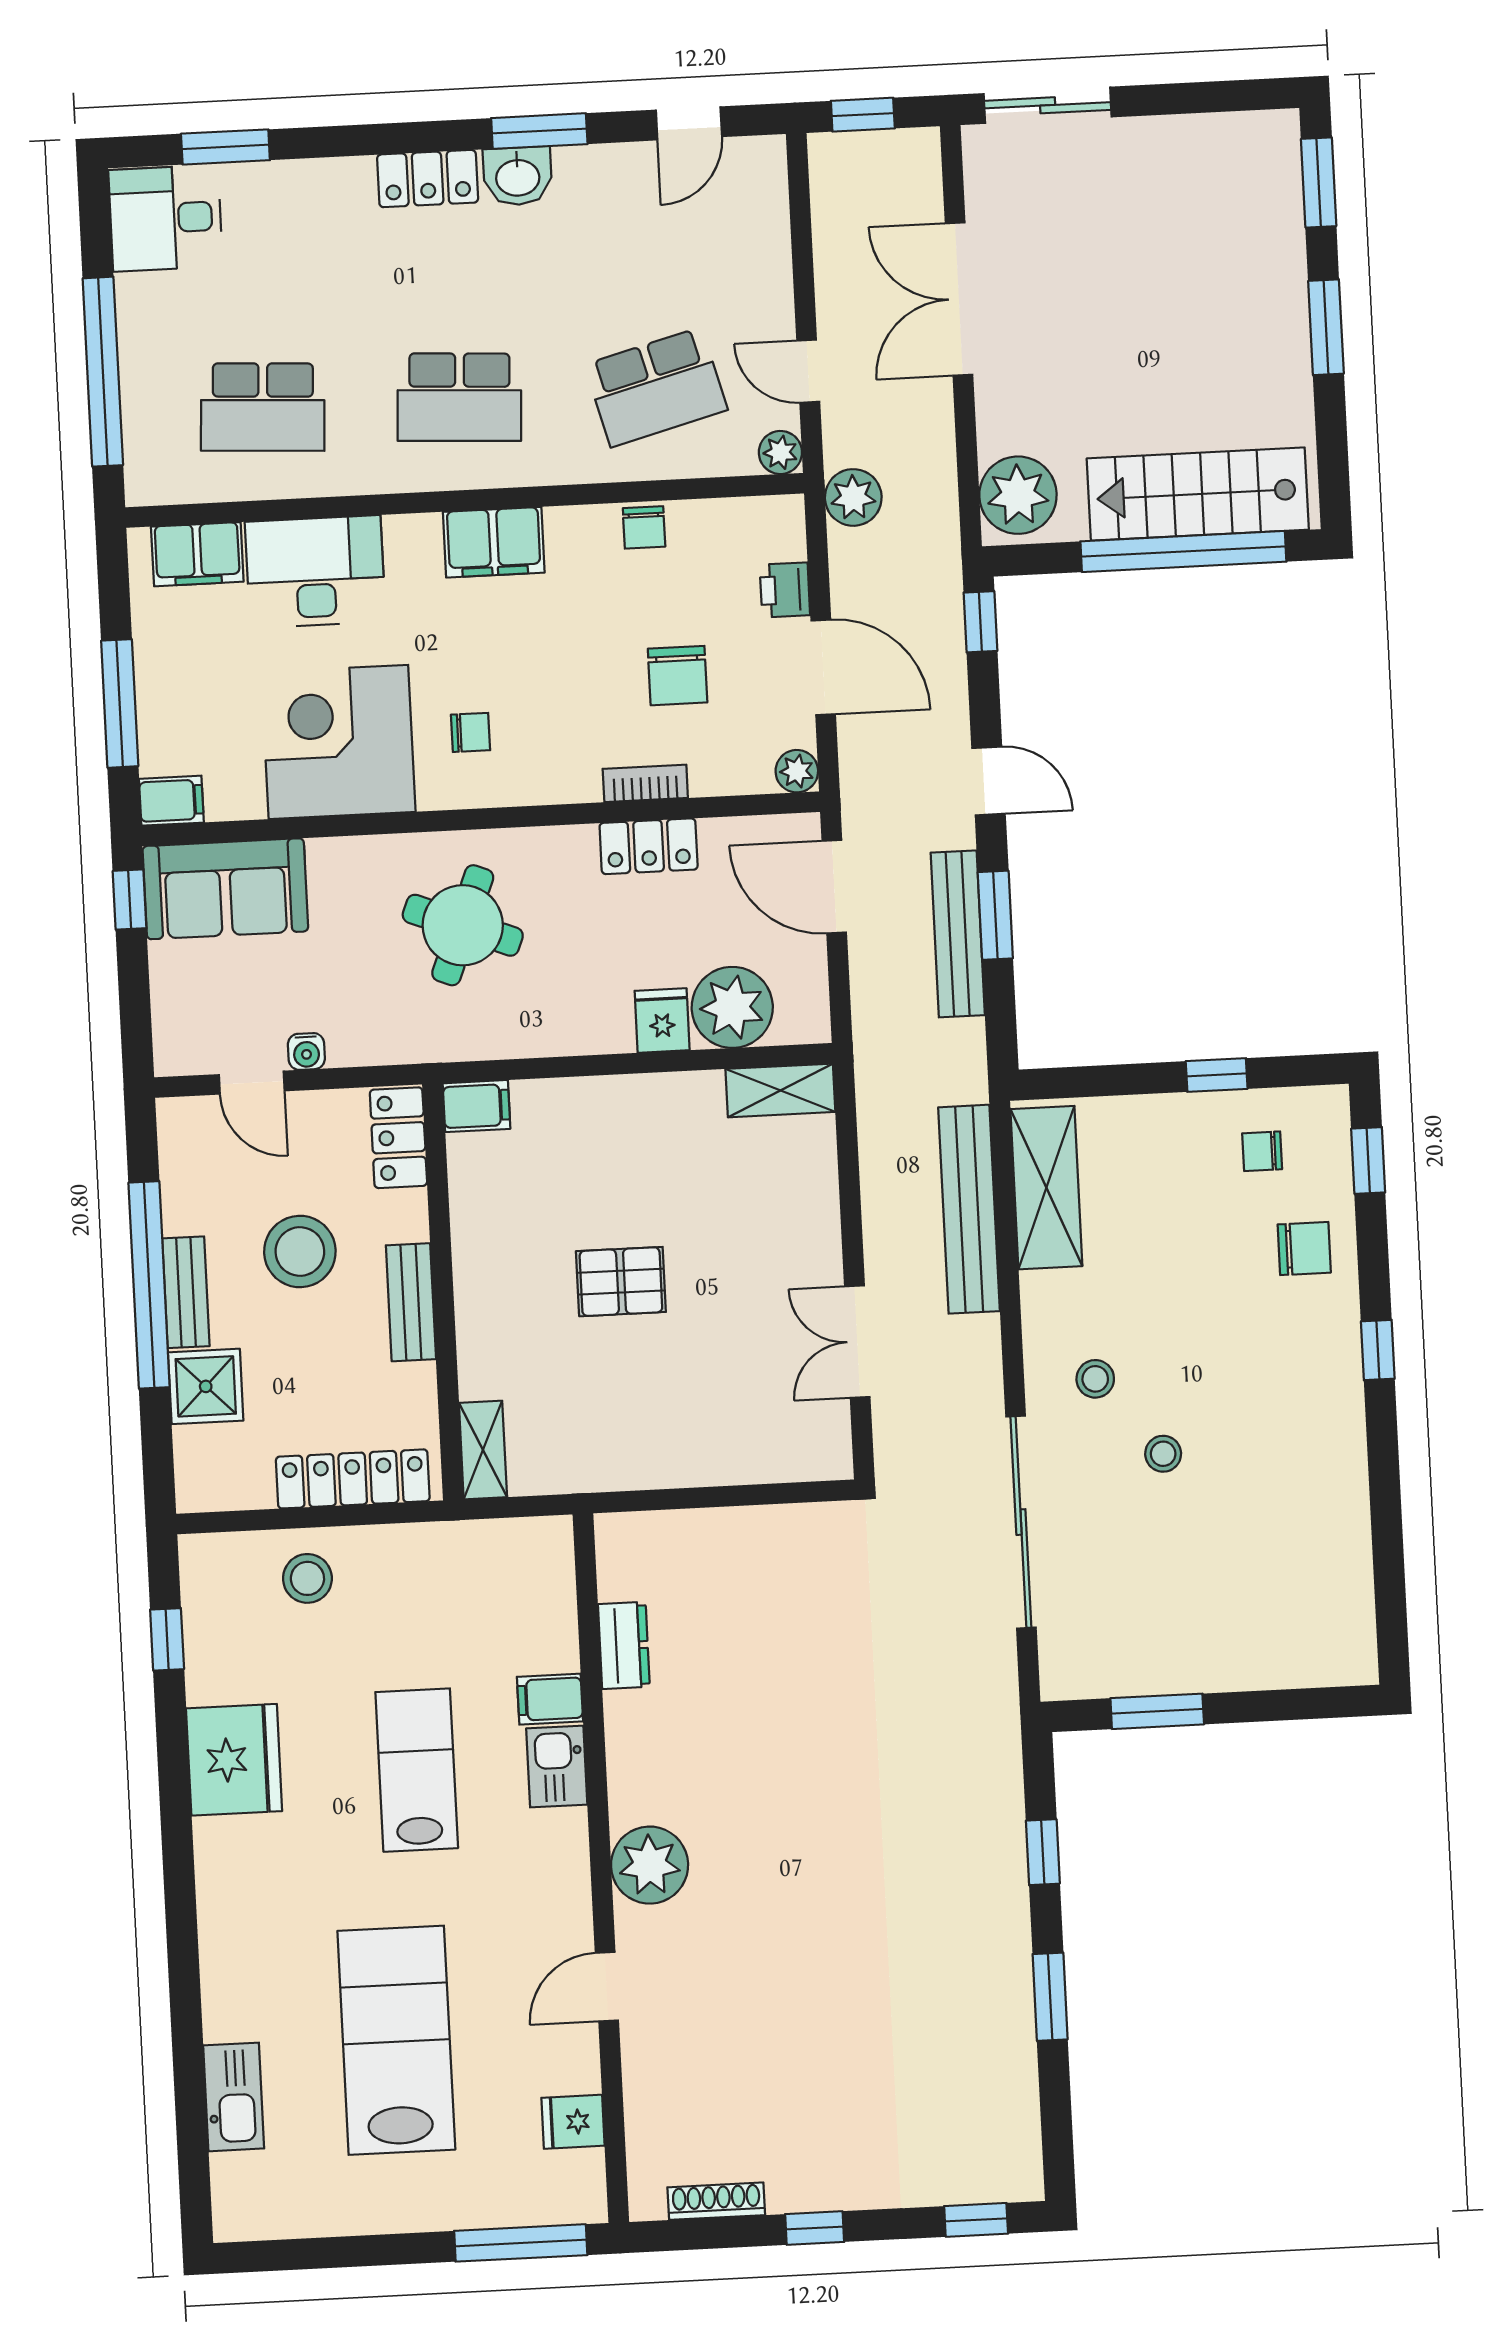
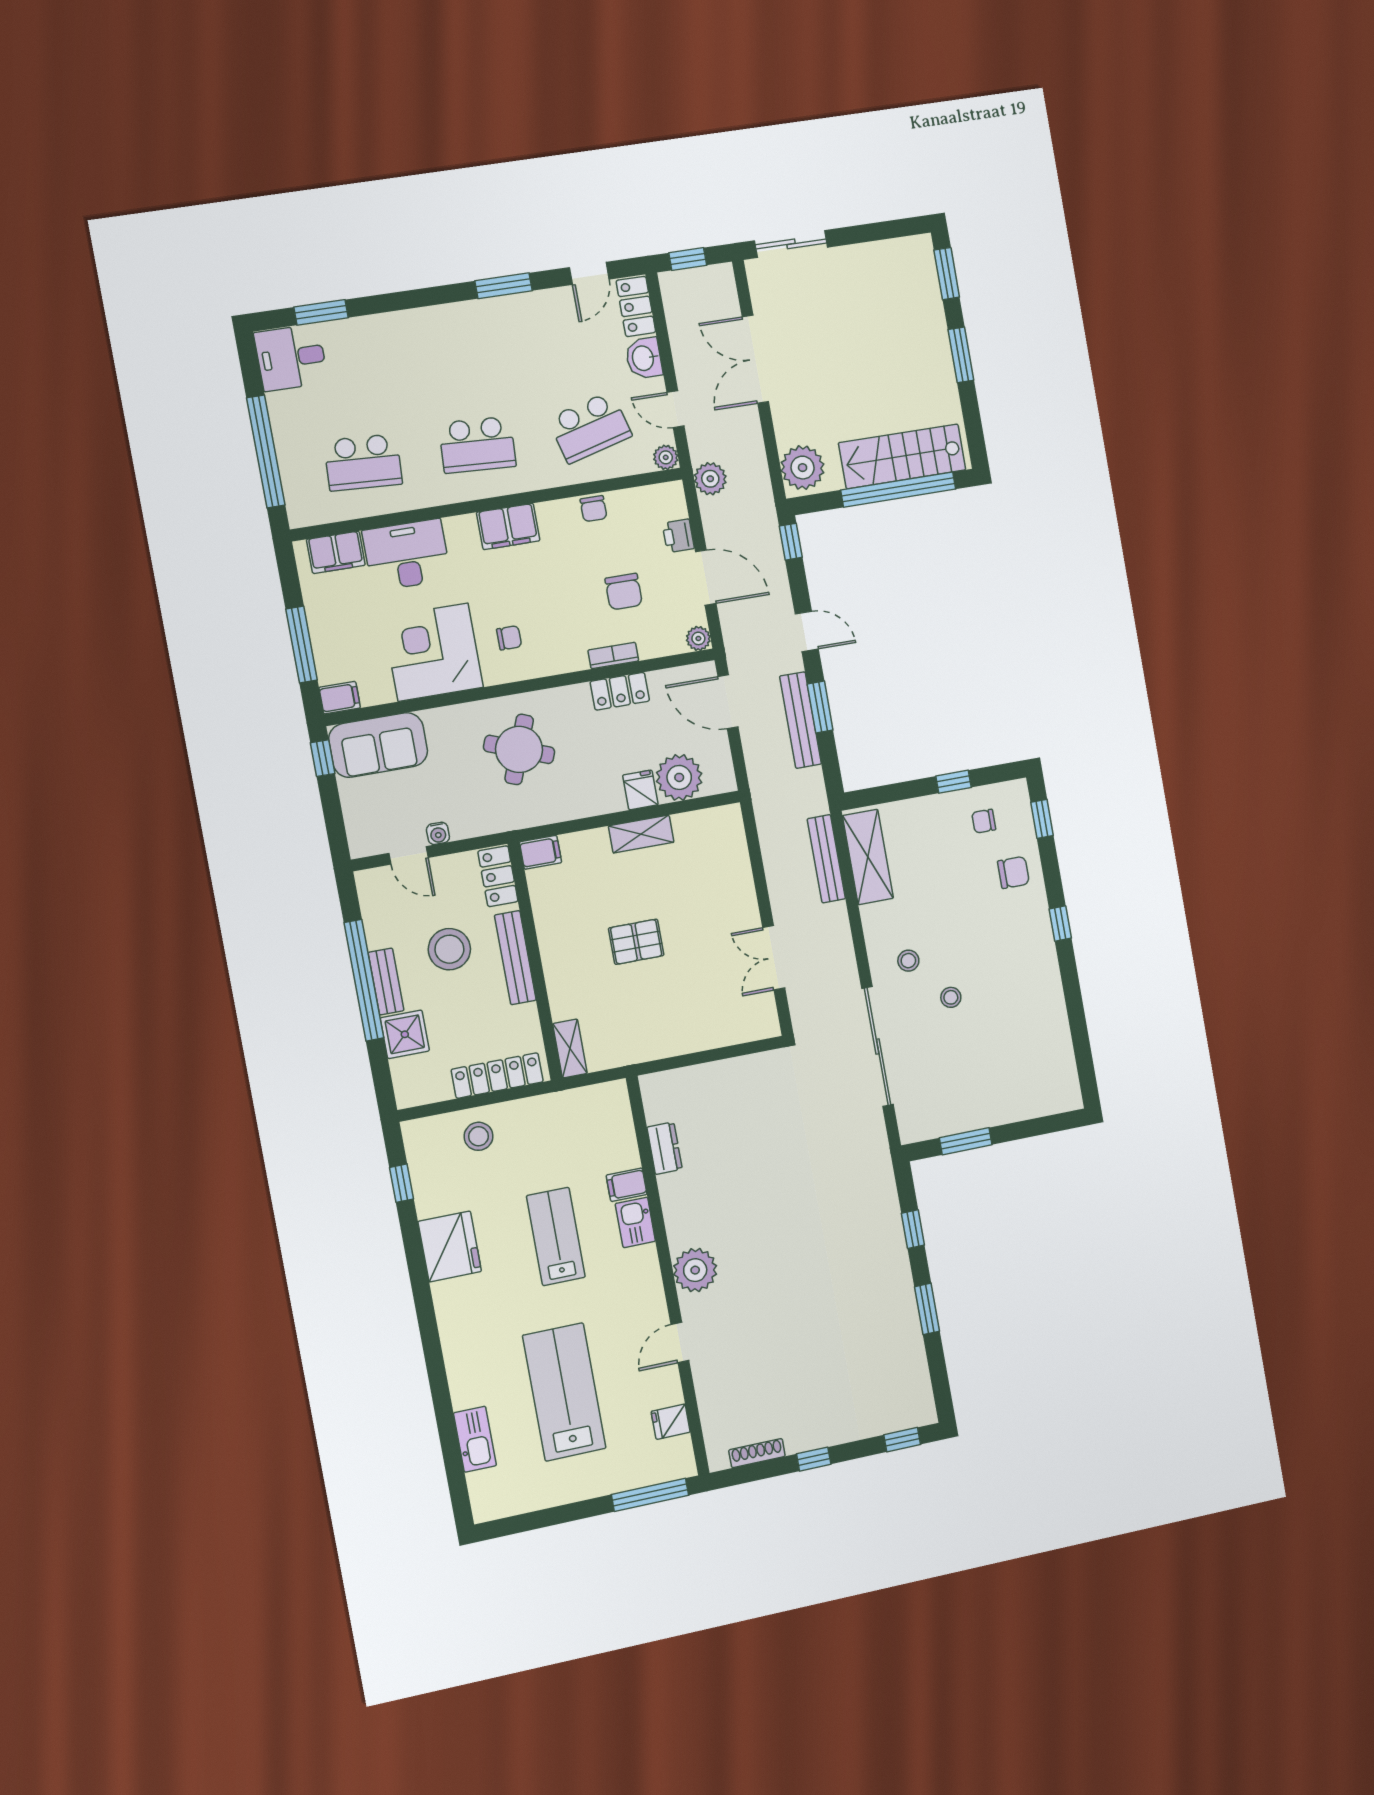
washbasin: (518, 176) -> (644, 358), moved, turned 90
locker: (428, 179) -> (636, 306), moved, turned 90
shelving: (780, 1090) -> (641, 834), moved
bench: (969, 1209) -> (826, 859), width x0.73, depth x0.82
bench: (411, 1302) -> (515, 958), width x1.36

